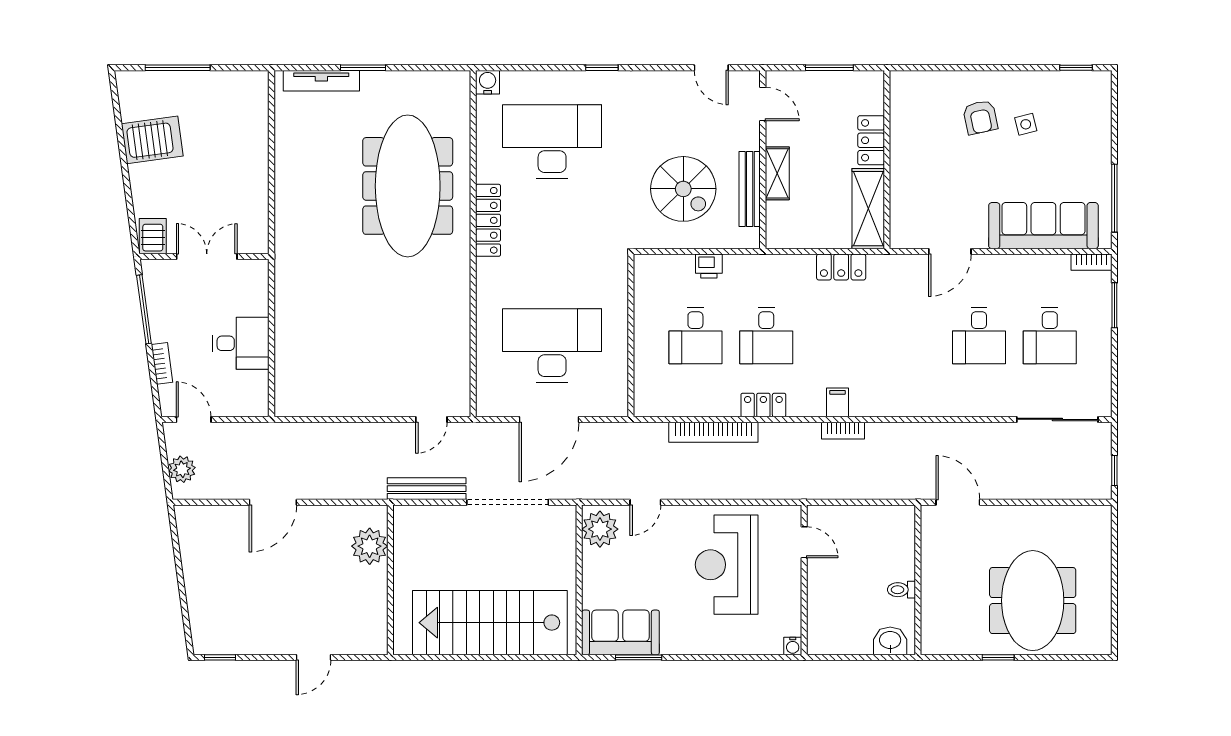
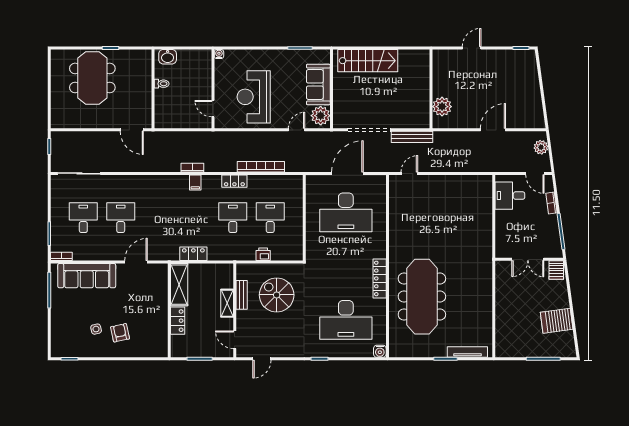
door: (711, 68) -> (262, 359), swing flipped
bench: (750, 189) -> (242, 295), width x0.73
desk: (241, 343) -> (510, 196), moved
reception desk: (727, 565) -> (254, 97), turned 180
stairs: (490, 623) -> (368, 61), width x0.73, depth x0.66
sofa: (620, 632) -> (318, 85), moved, turned 90

